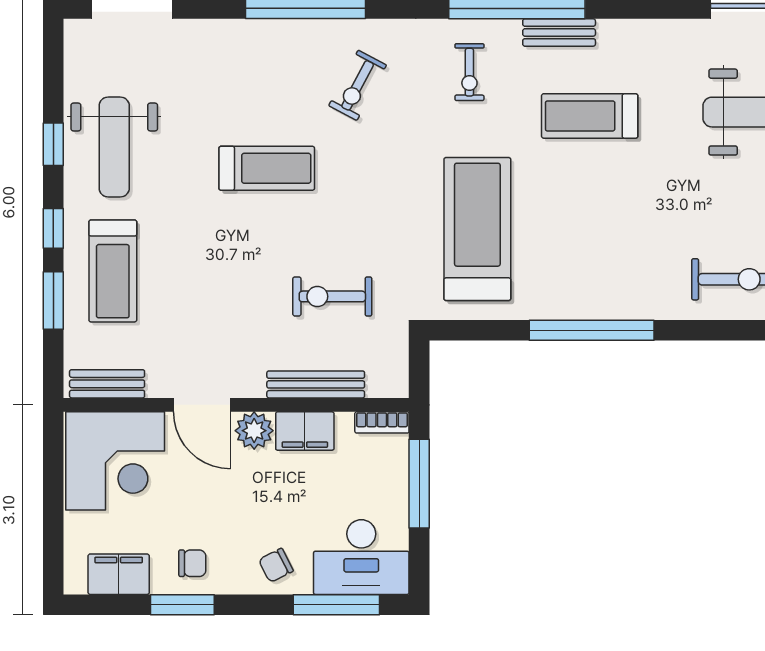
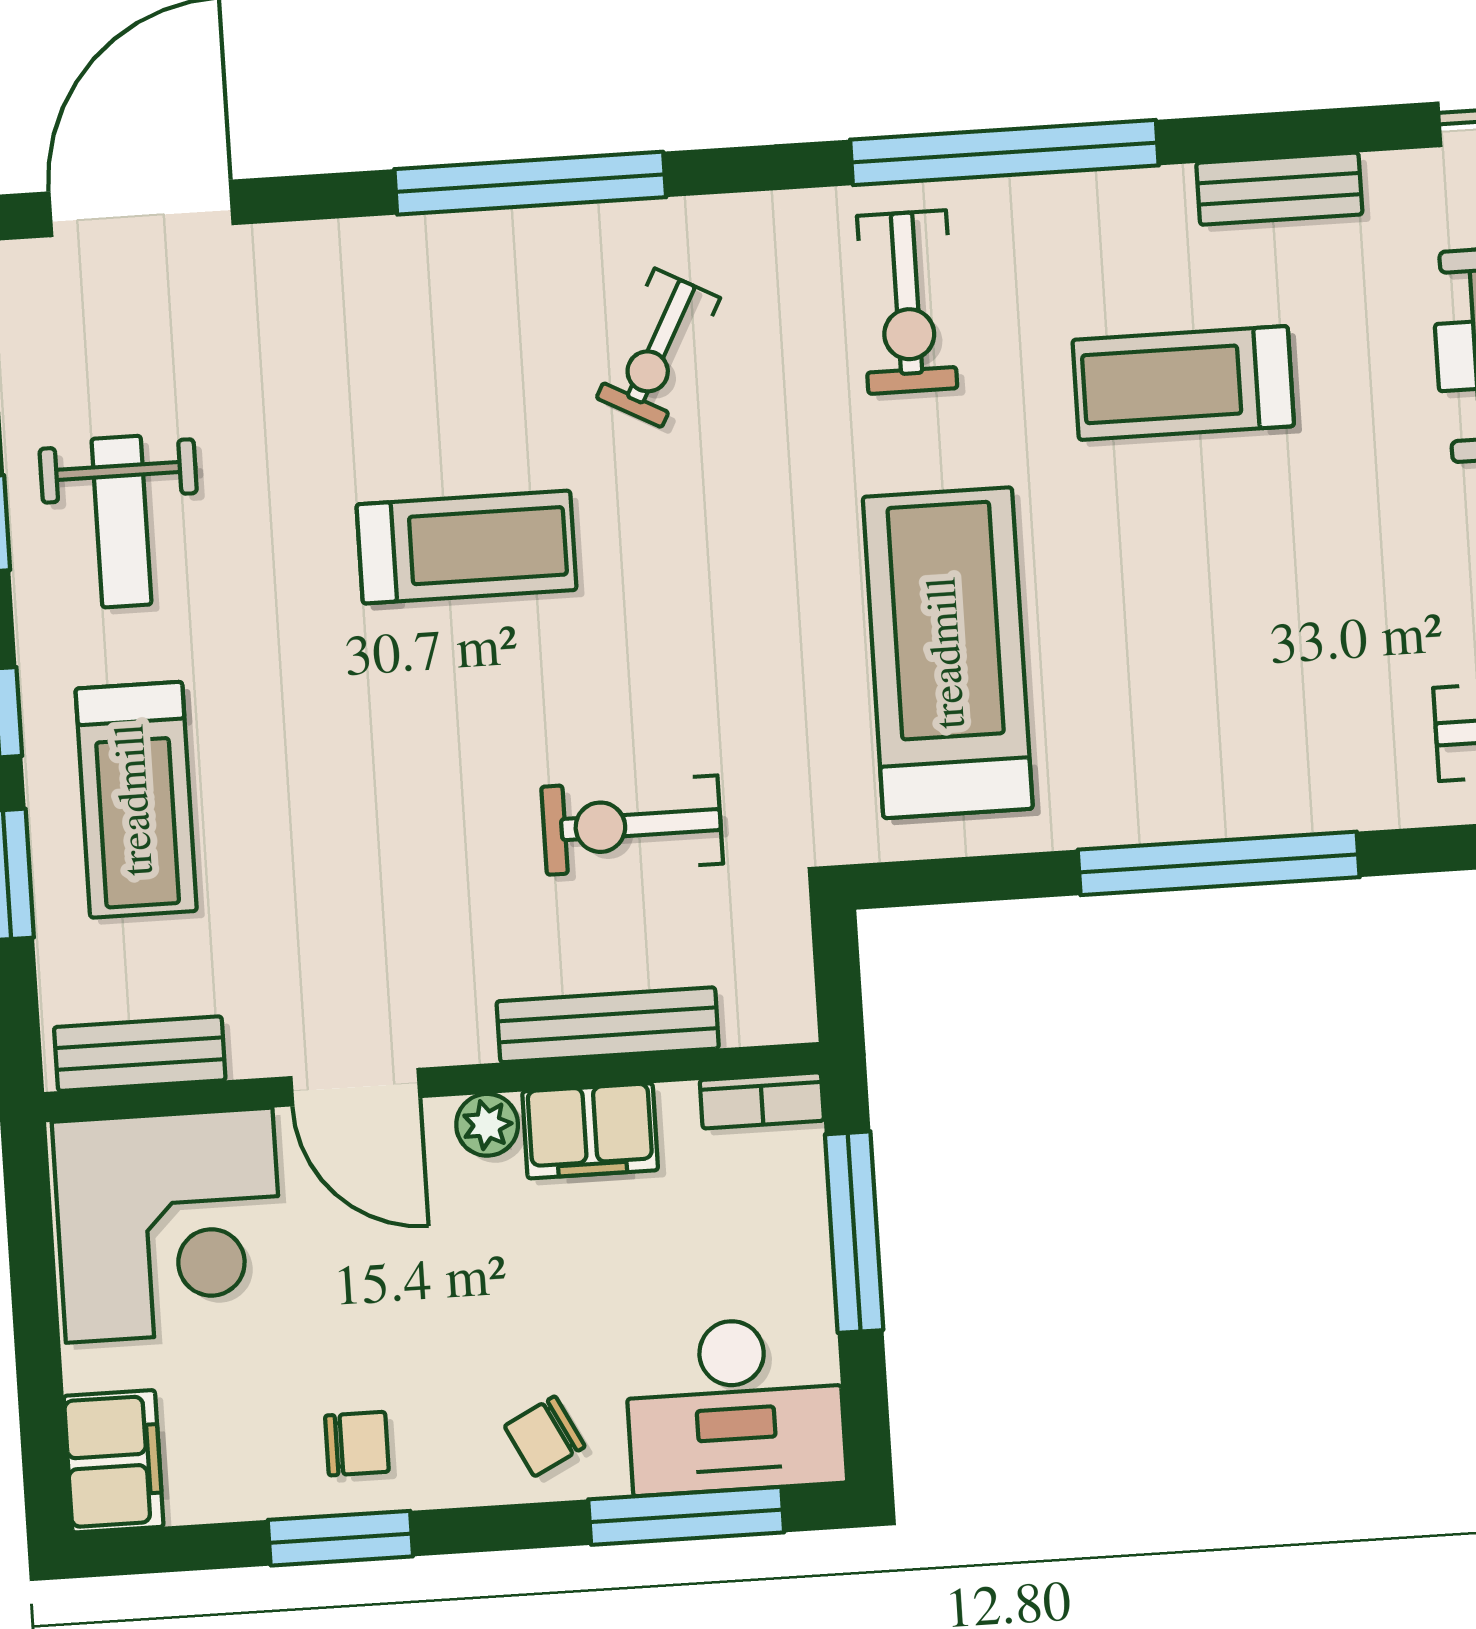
bench: (559, 32) -> (1279, 189), moved
exercise bike: (469, 72) -> (907, 302), width x1.38, depth x1.39
weight bench: (114, 147) -> (121, 522), width x0.73, depth x0.75
plant: (254, 431) -> (487, 1125), width x0.73, depth x0.73
filing cabinet: (119, 574) -> (114, 1461), moved, turned 90

